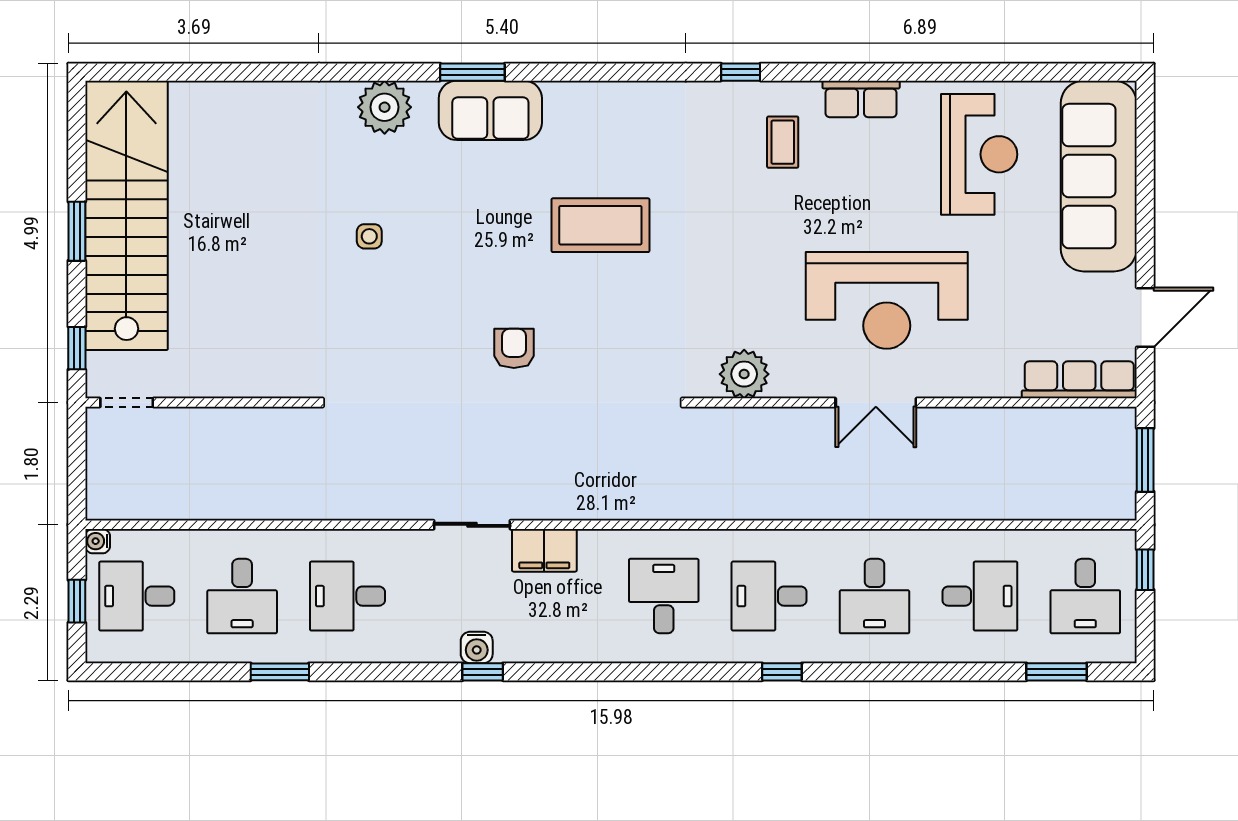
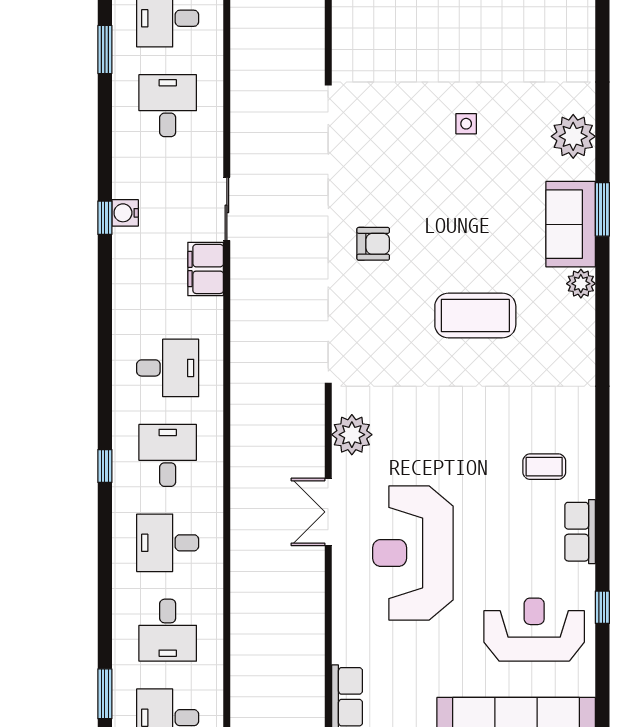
window: (741, 72) -> (602, 607), moved
plant: (562, 98) -> (581, 284), added
reception desk: (979, 154) -> (534, 630), turned 180
coffee table: (600, 225) -> (475, 316), turned 90
double door: (876, 403) -> (328, 512), moved

